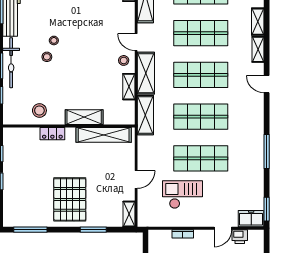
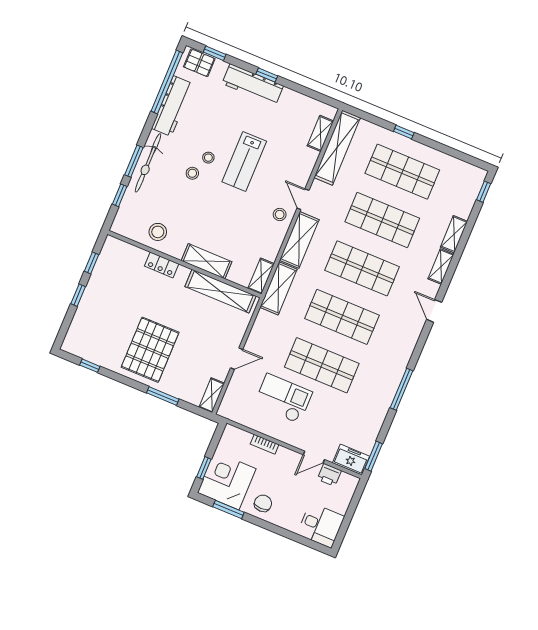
lab bench: (81, 32) -> (244, 161), added
shelving: (129, 87) -> (261, 276), moved
window: (30, 230) -> (90, 366), width x0.46

